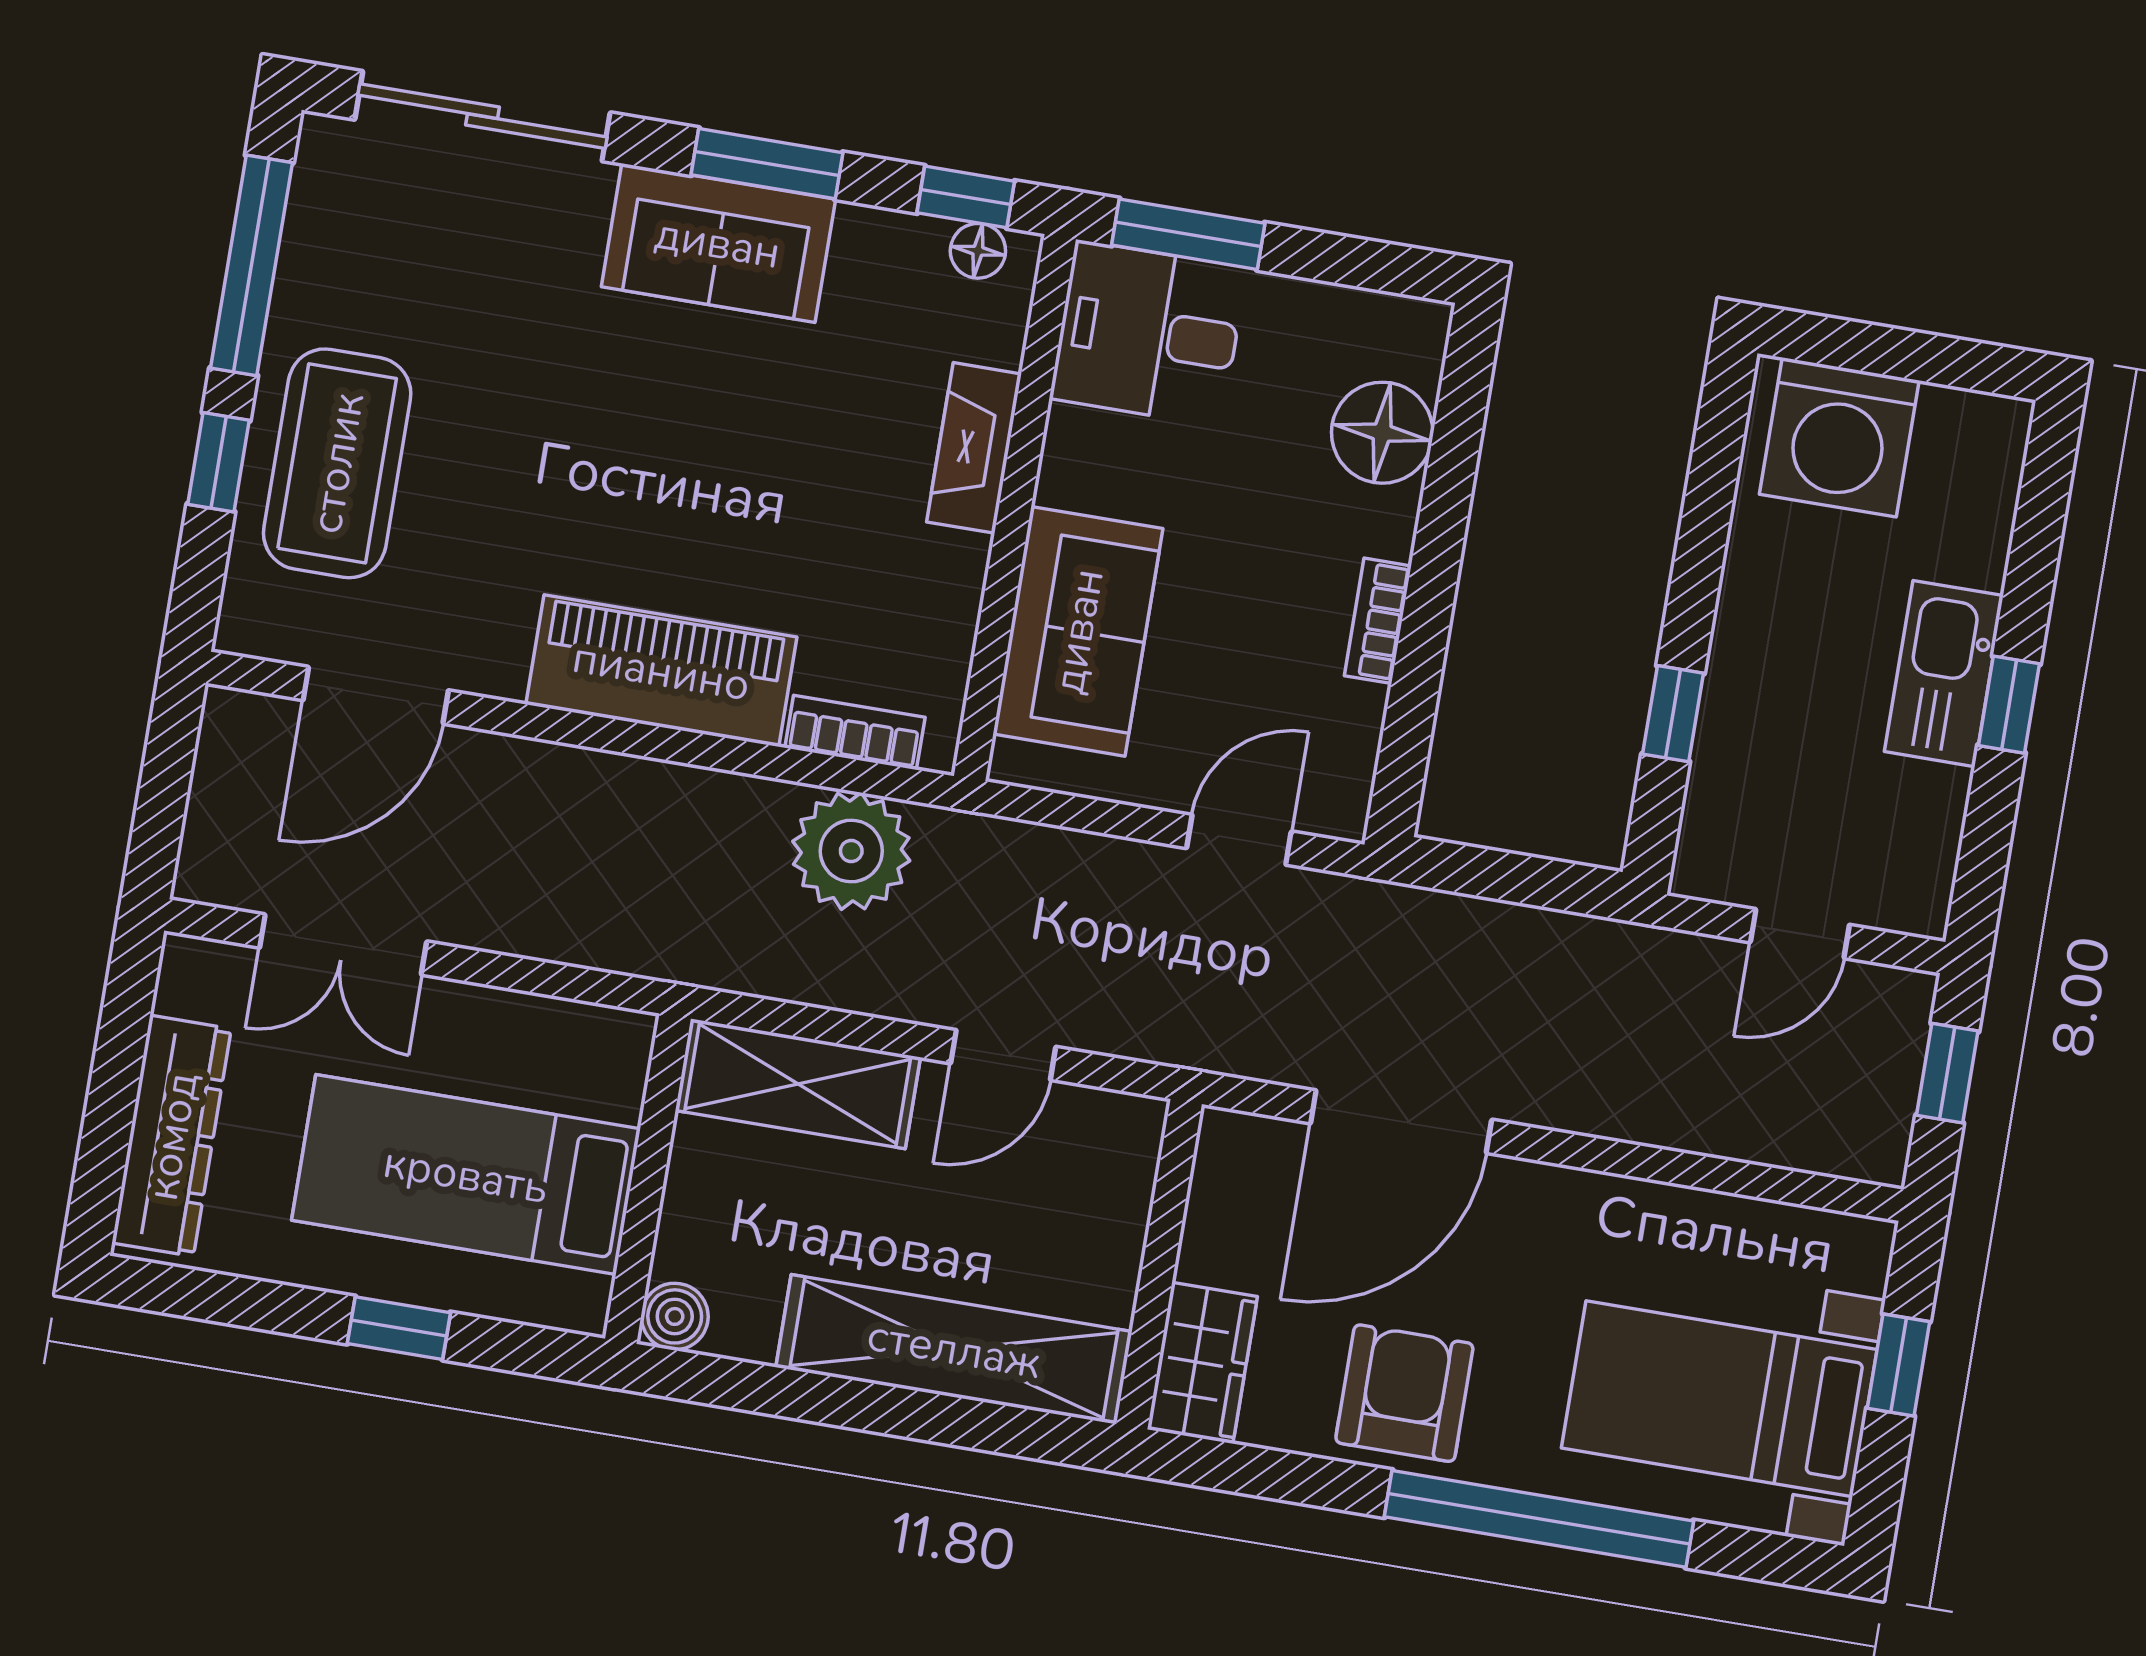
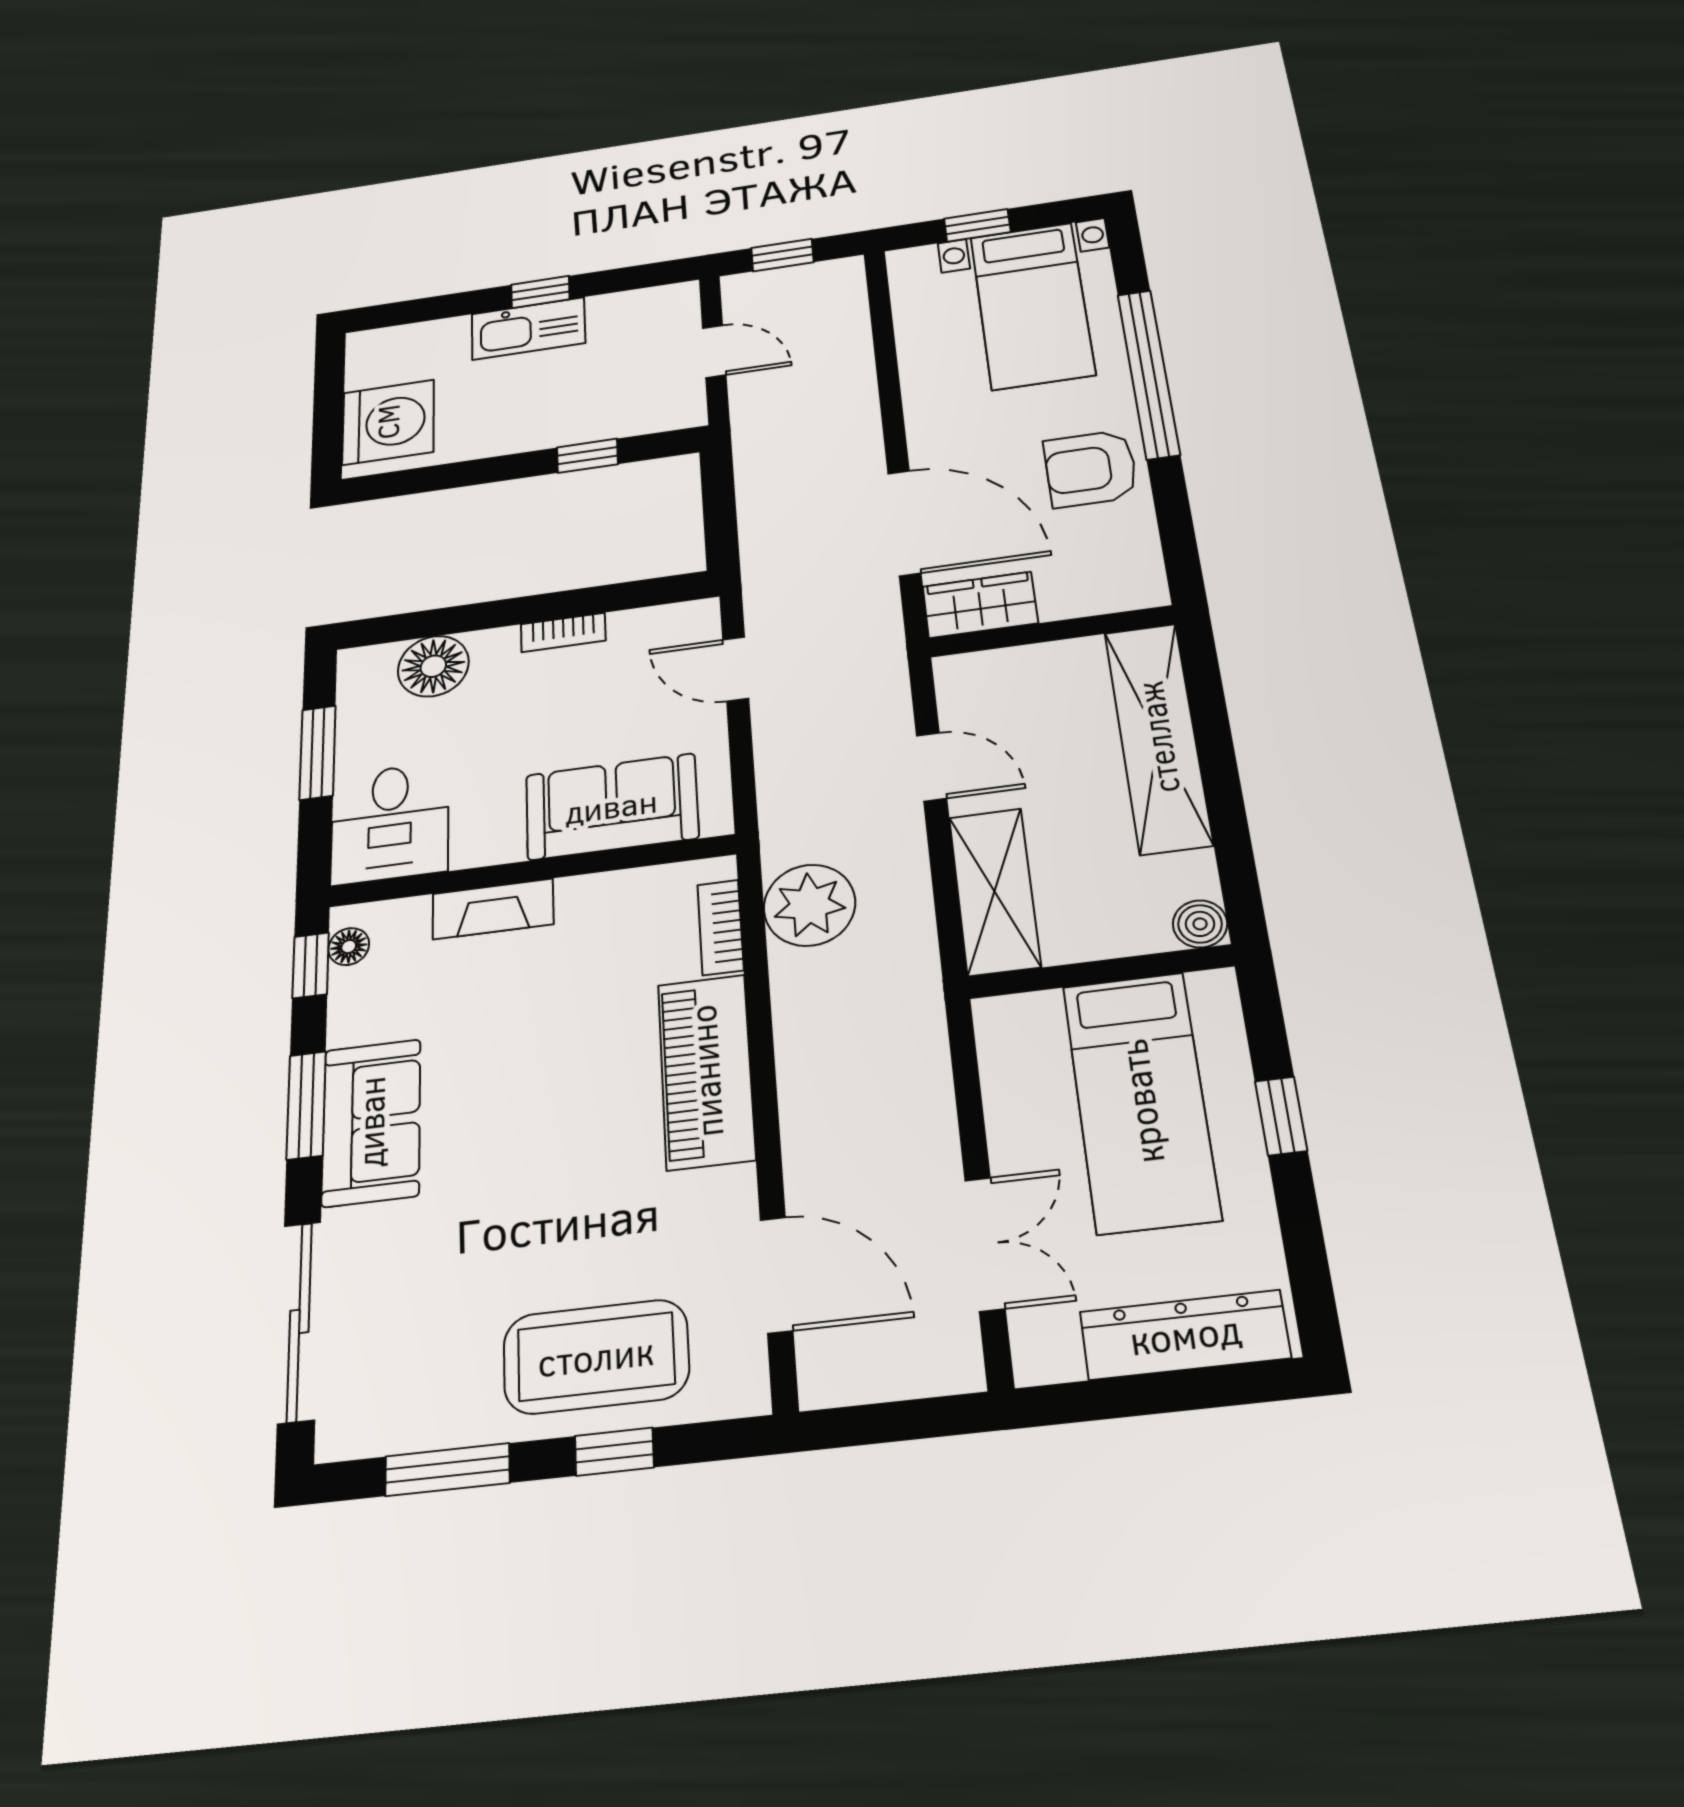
window: (1188, 234) -> (317, 753), moved
window: (252, 265) -> (447, 1470), width x0.69
wardrobe: (1202, 1363) -> (980, 605), moved

